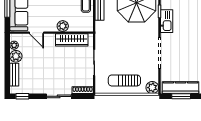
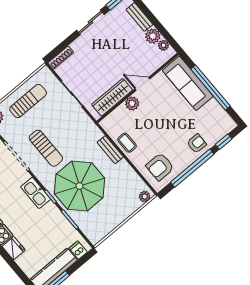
door: (36, 33) -> (142, 84), moved
sun lounger: (138, 43) -> (46, 148), added
sliding door: (59, 96) -> (90, 22), moved

